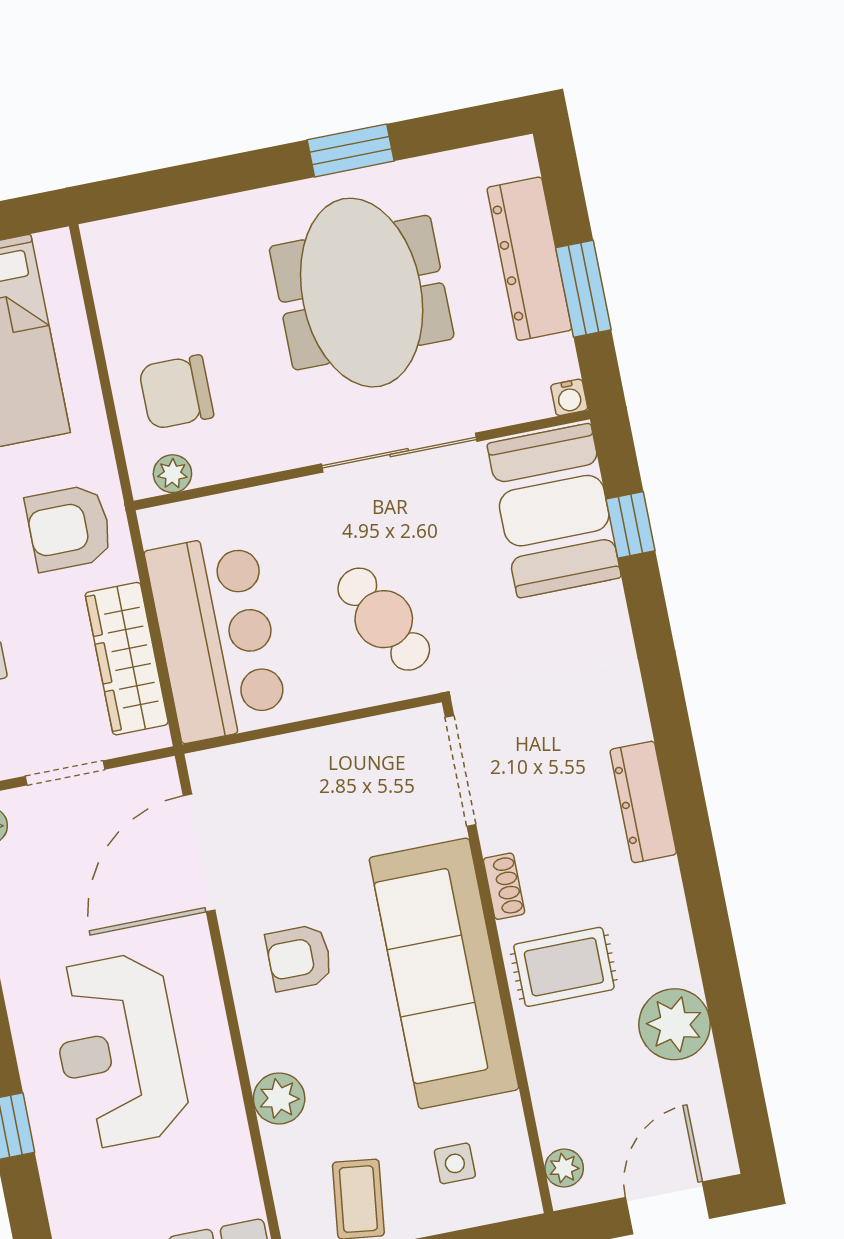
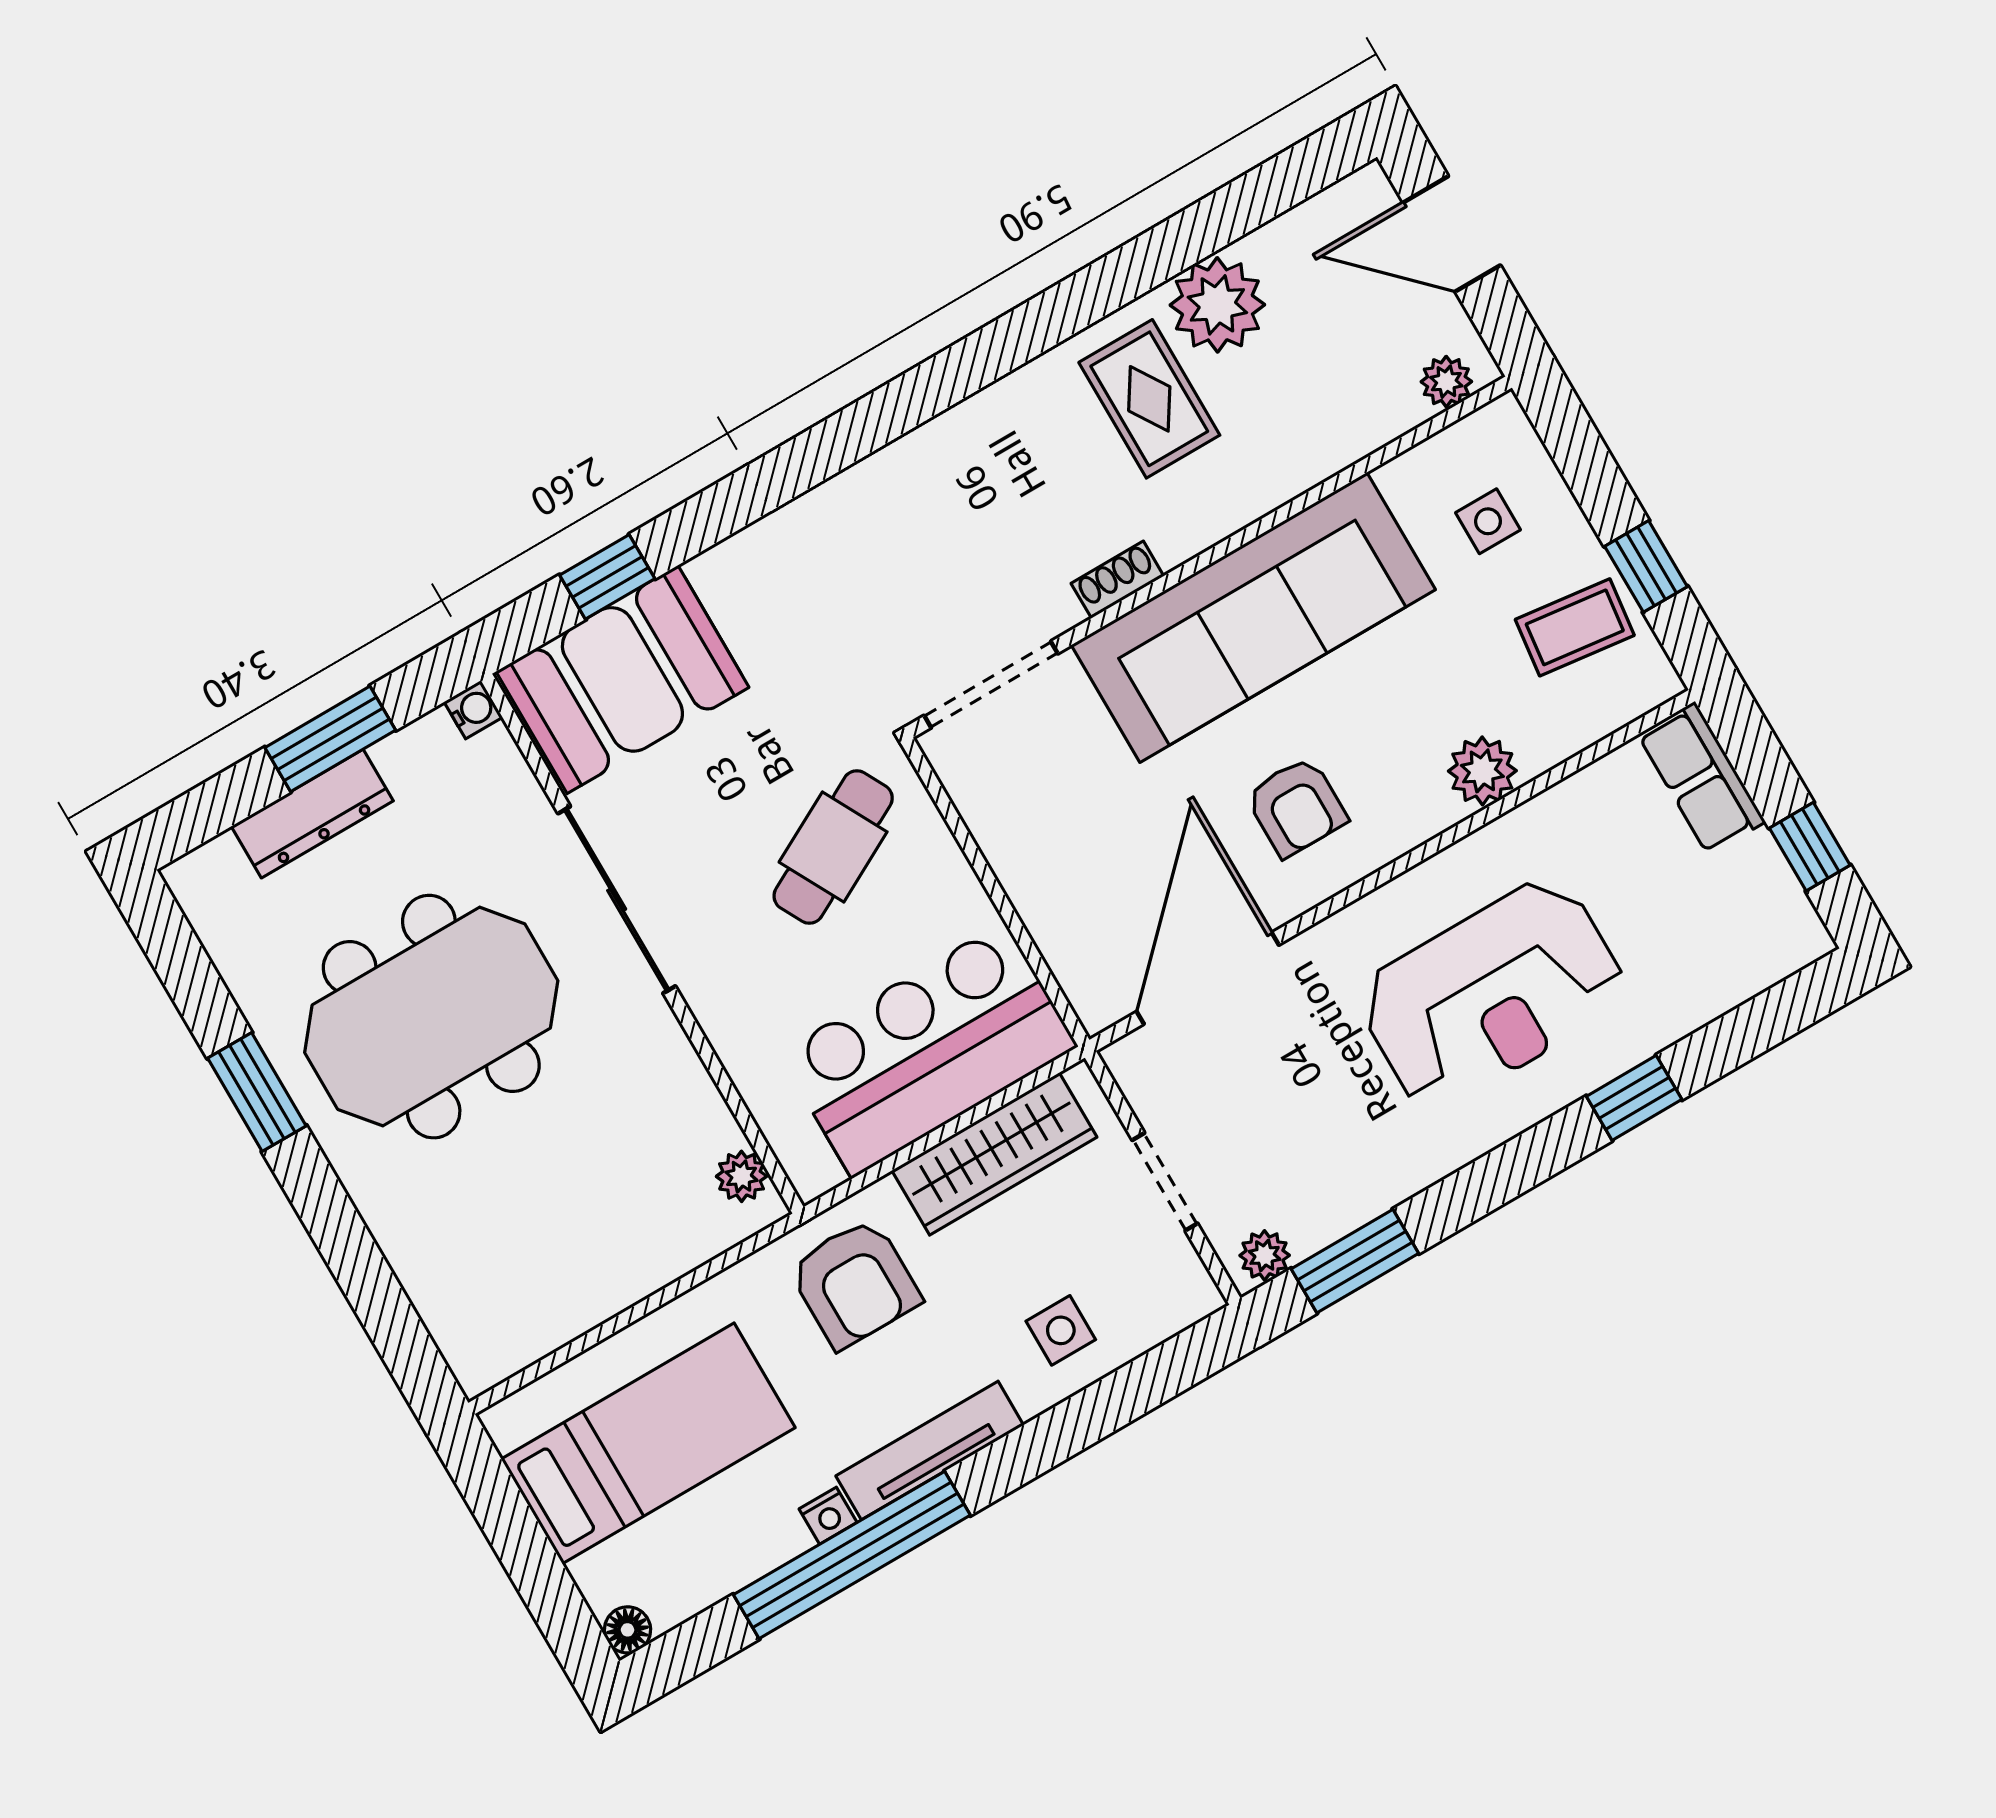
dresser: (529, 259) -> (312, 814), width x0.73, depth x0.80
chair: (176, 392) -> (637, 1207), removed
dresser: (643, 802) -> (951, 441), removed
door: (199, 853) -> (1208, 978), swing flipped
rug: (564, 967) -> (1149, 399), moved

